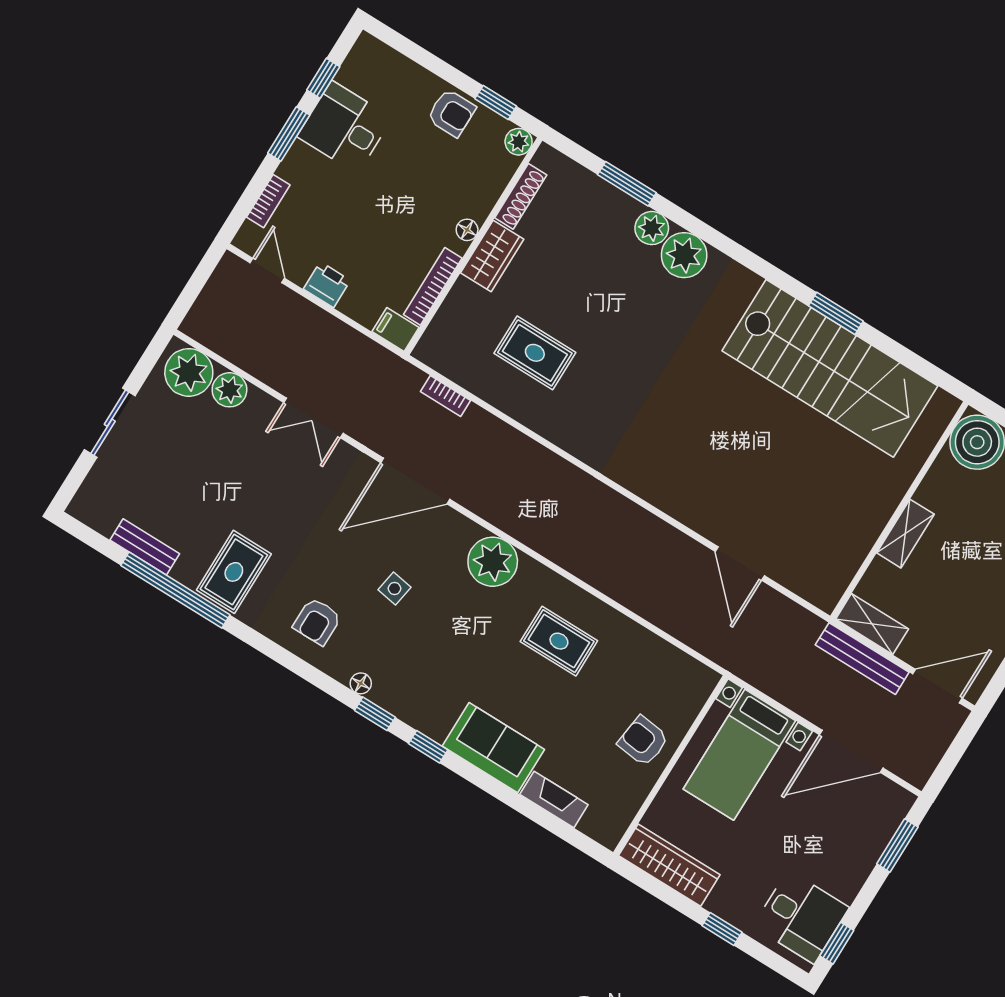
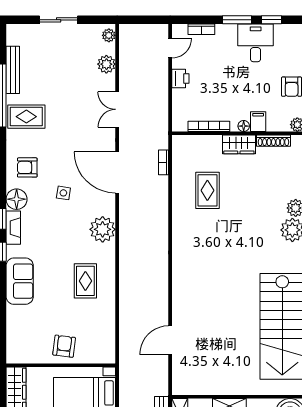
filing cabinet: (395, 330) -> (258, 122), moved
plant: (189, 372) -> (109, 35), width x0.53, depth x0.53
bench: (145, 547) -> (13, 70), width x1.36
floor lamp: (361, 683) -> (17, 199), width x1.89, depth x1.89
fireplace: (554, 799) -> (13, 228), moved

